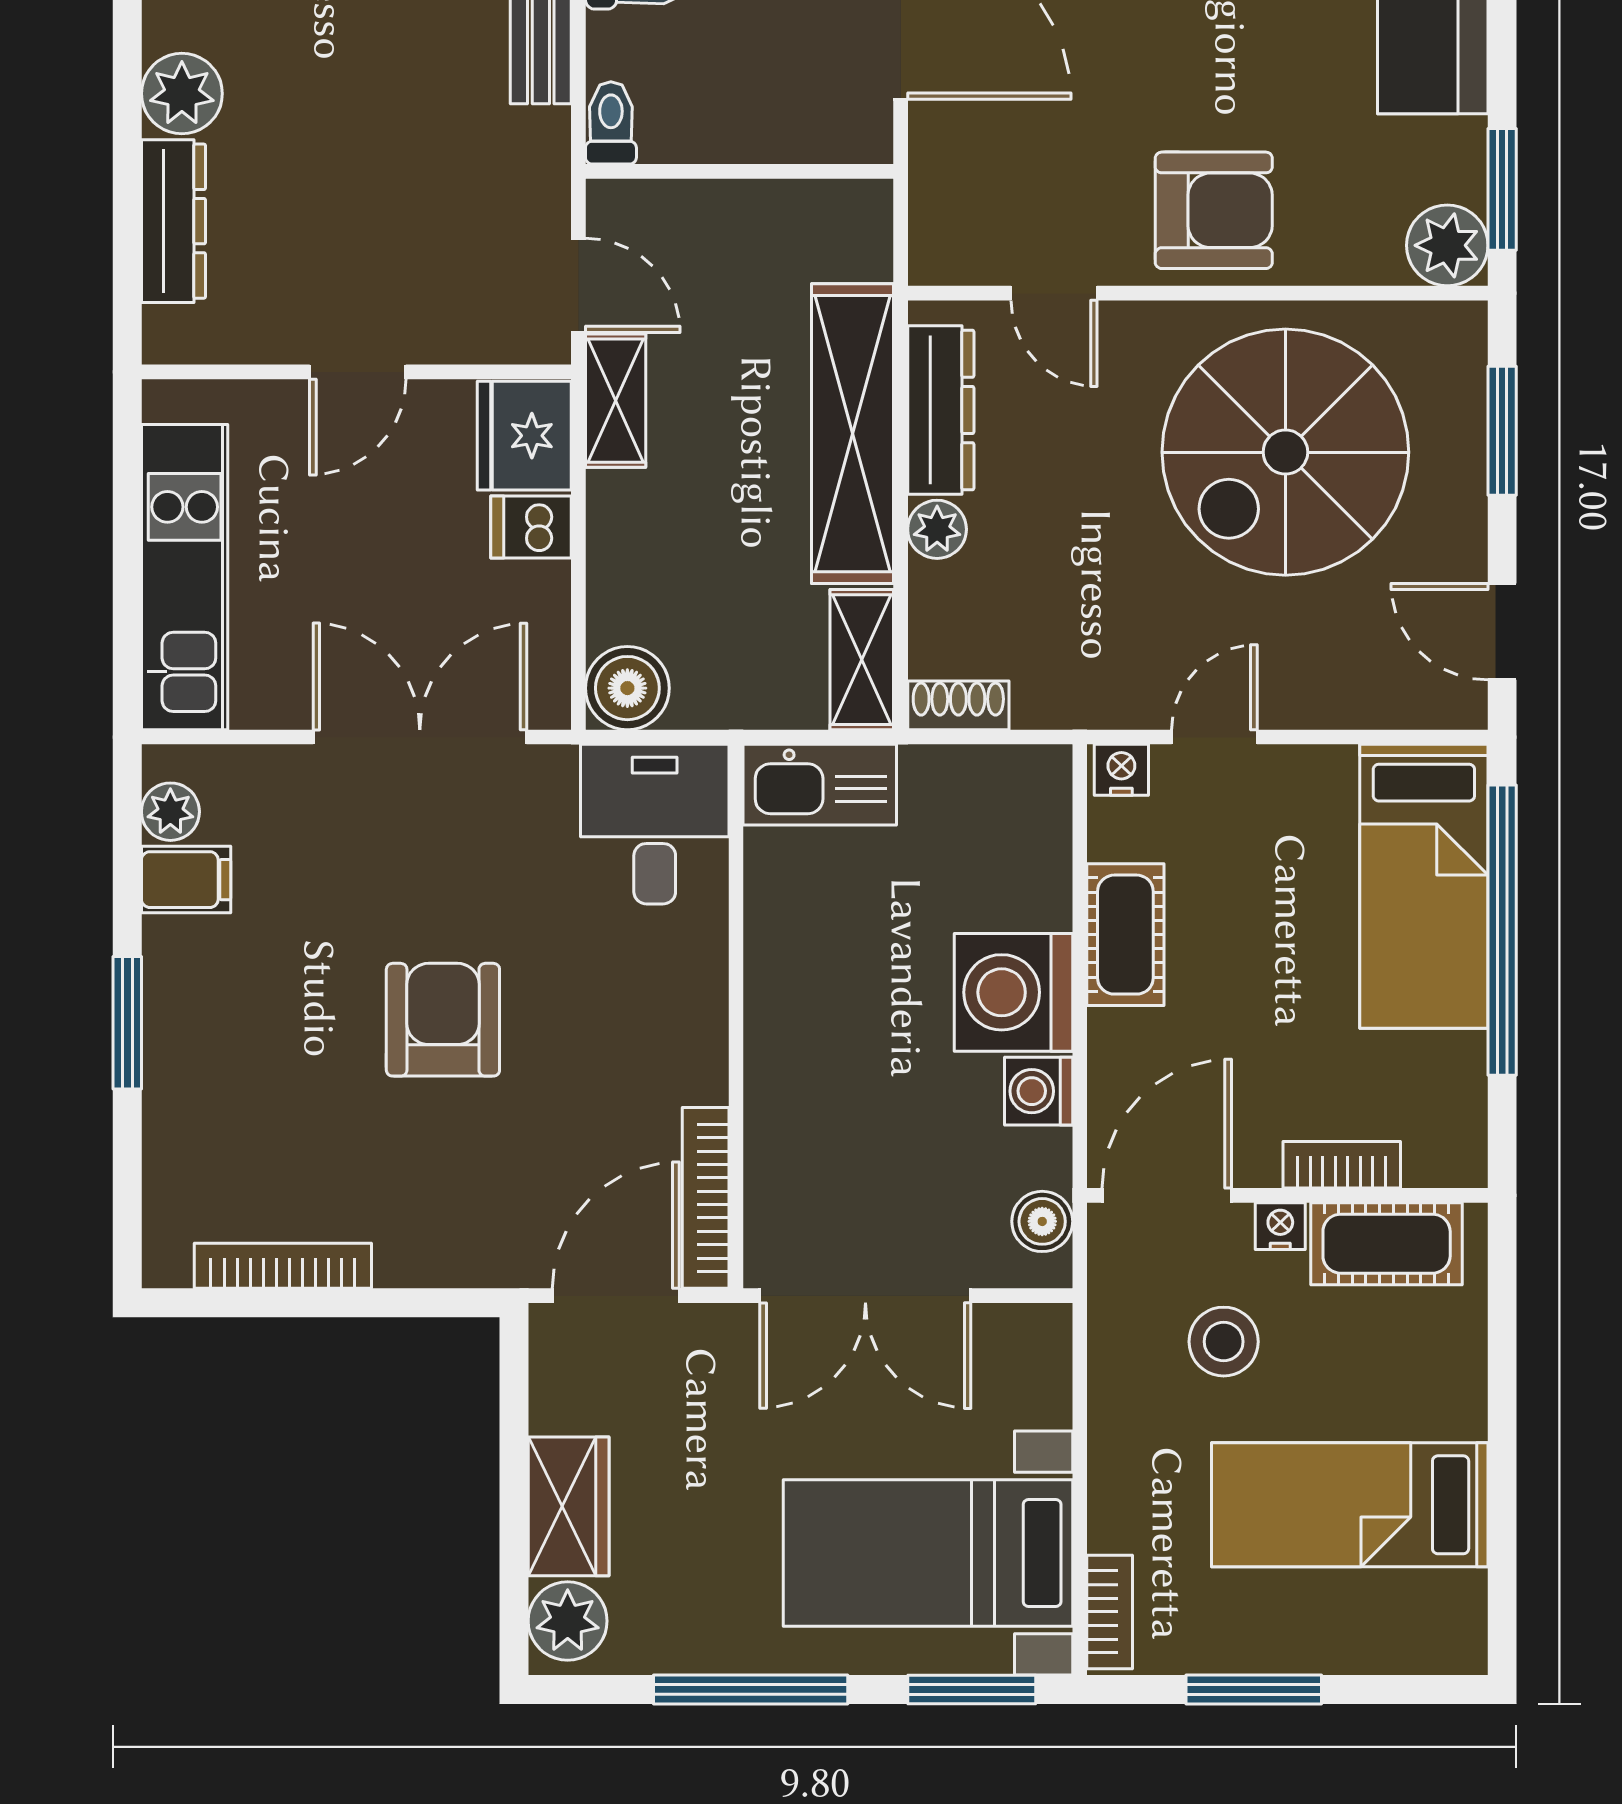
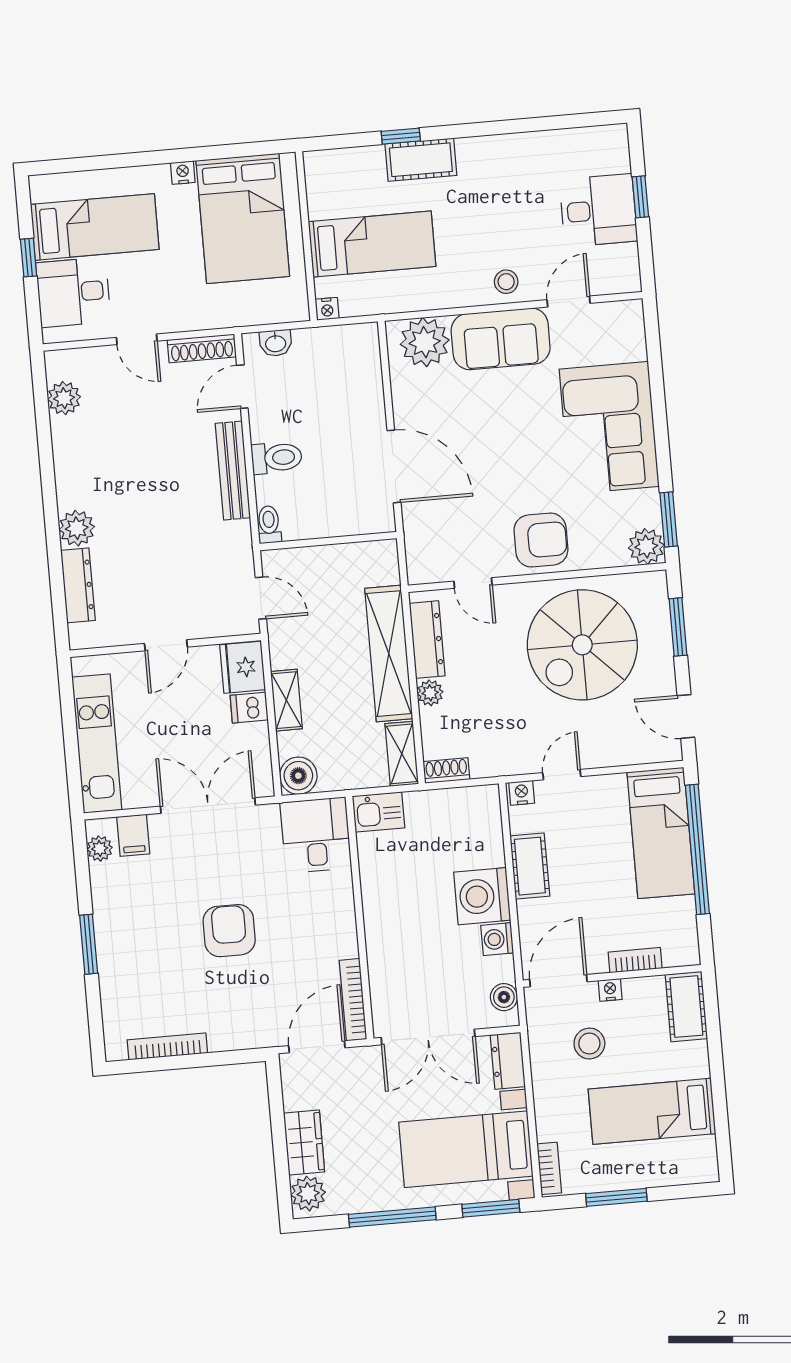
shelving: (616, 401) -> (286, 700), moved
kitchen sink: (820, 785) -> (378, 812), width x0.73
filing cabinet: (186, 880) -> (133, 835), moved, turned 90
cot: (1387, 1244) -> (686, 1007), moved, turned 90
dresser: (1038, 1364) -> (508, 1061), added

